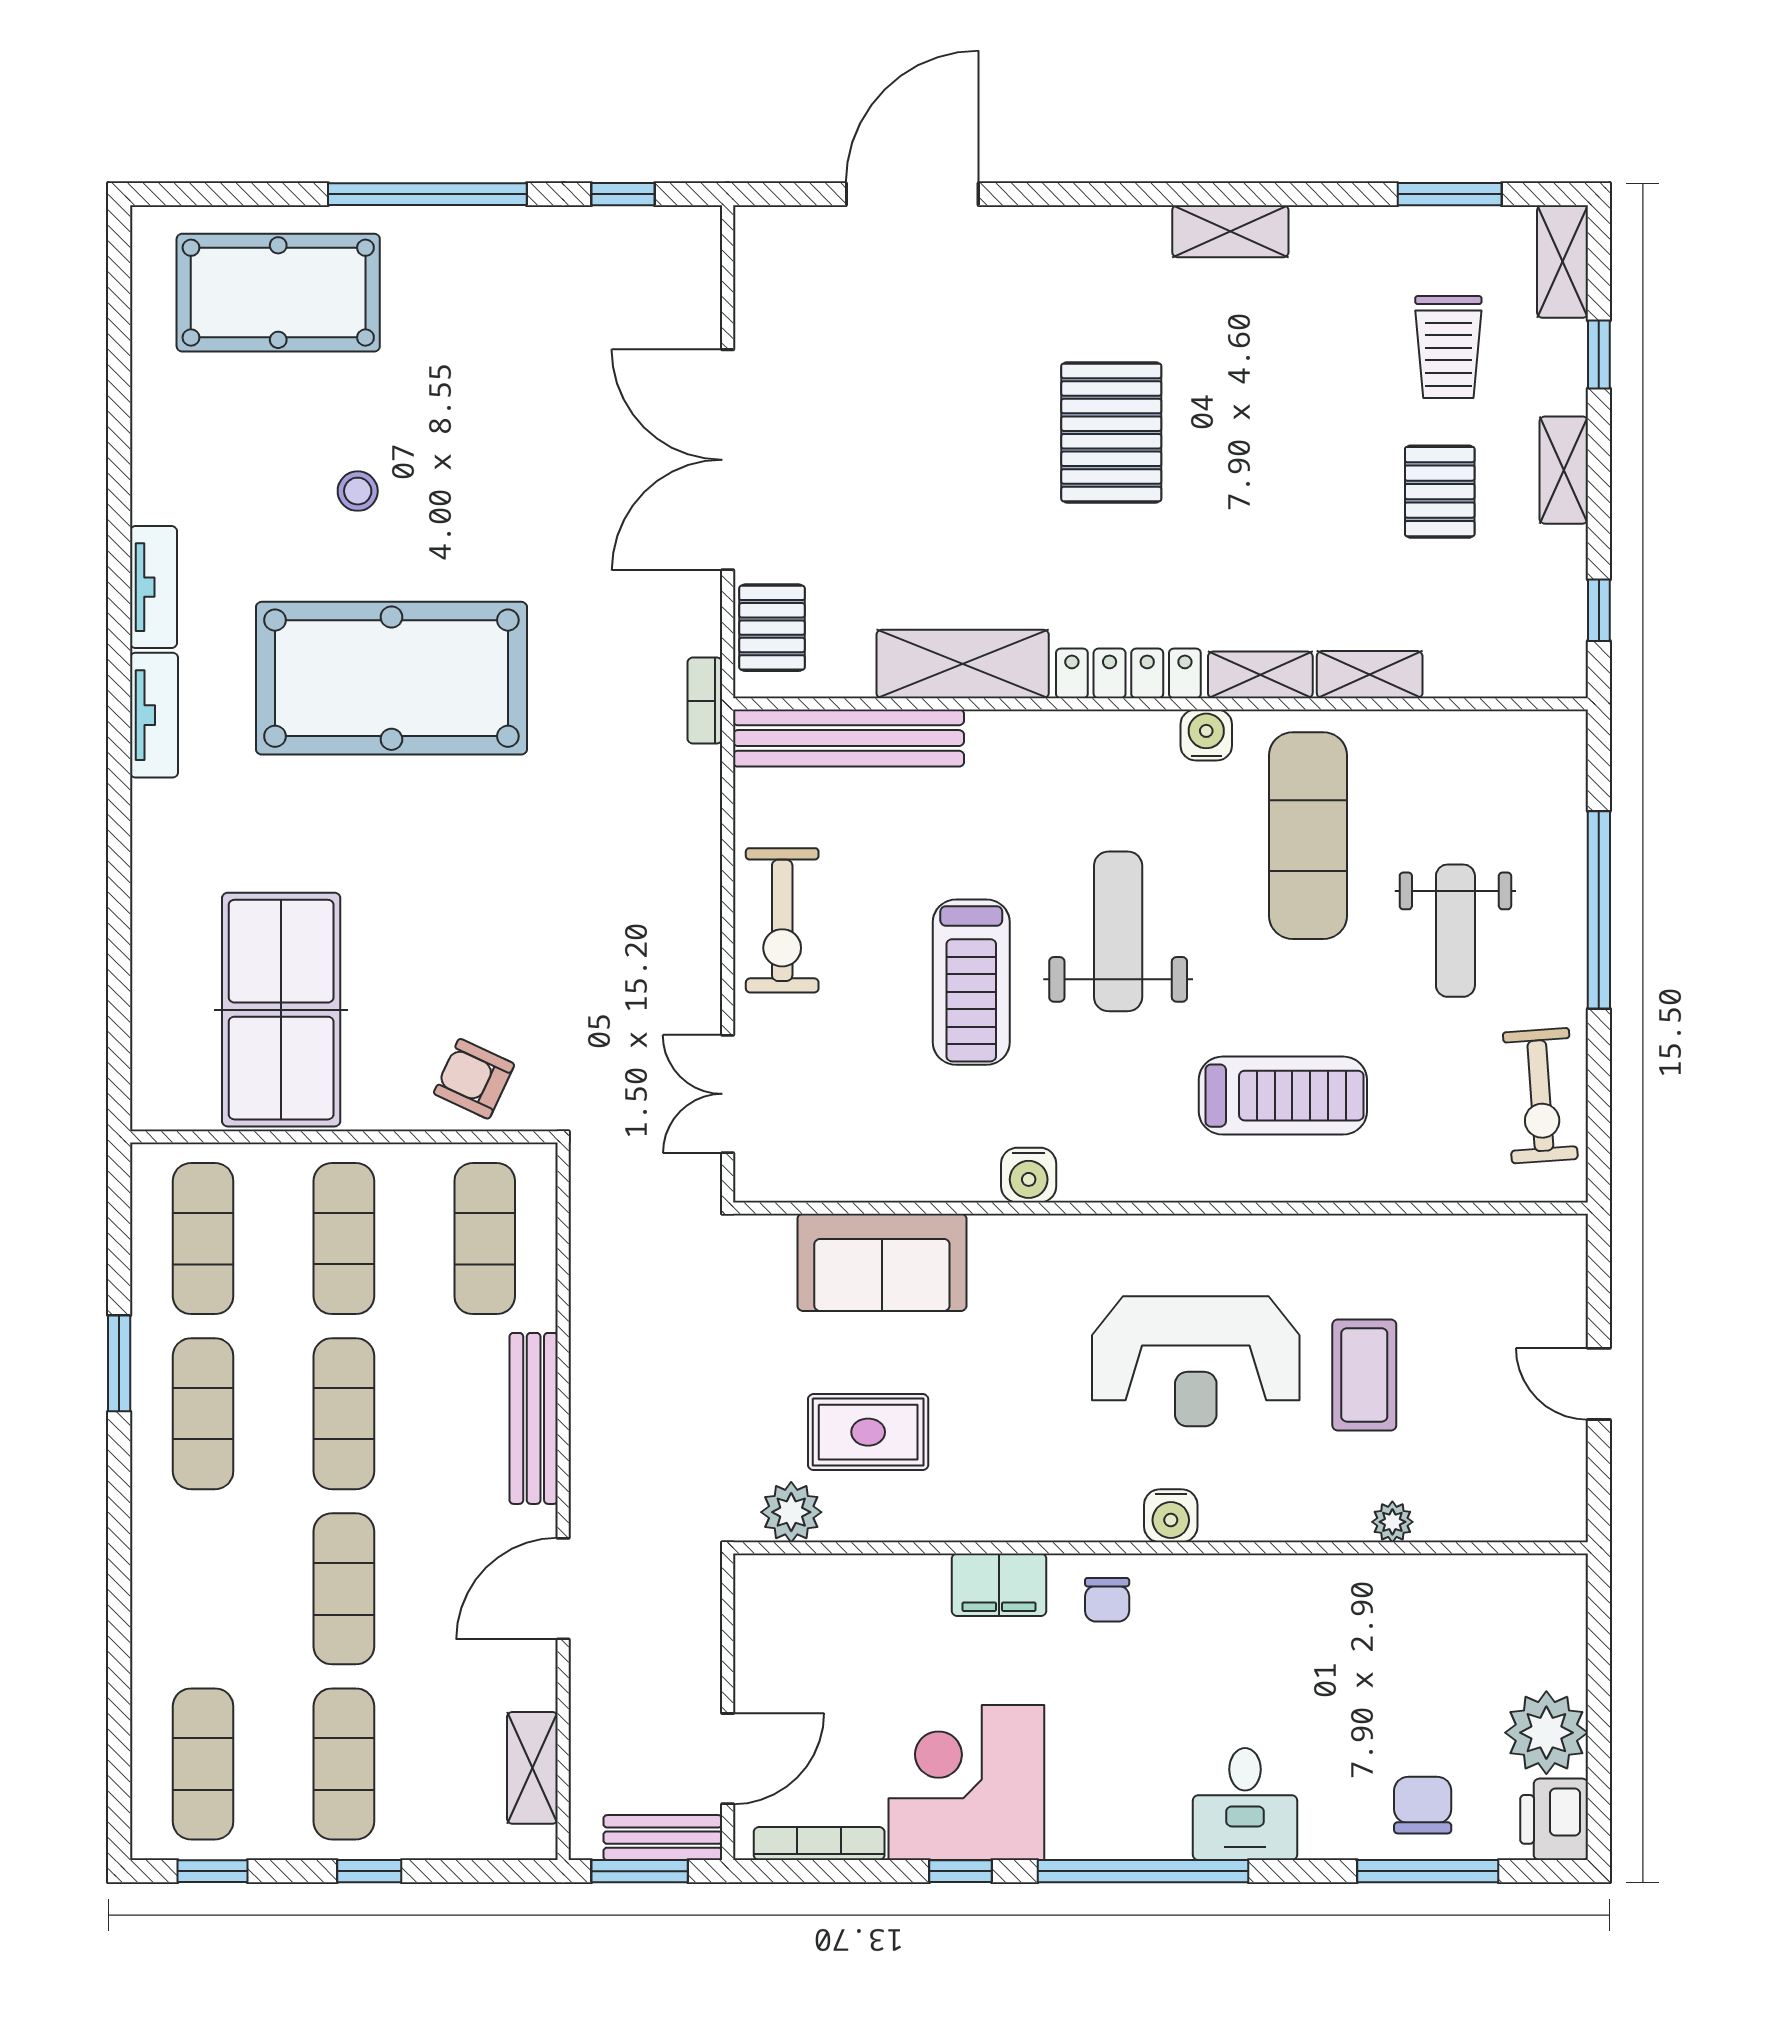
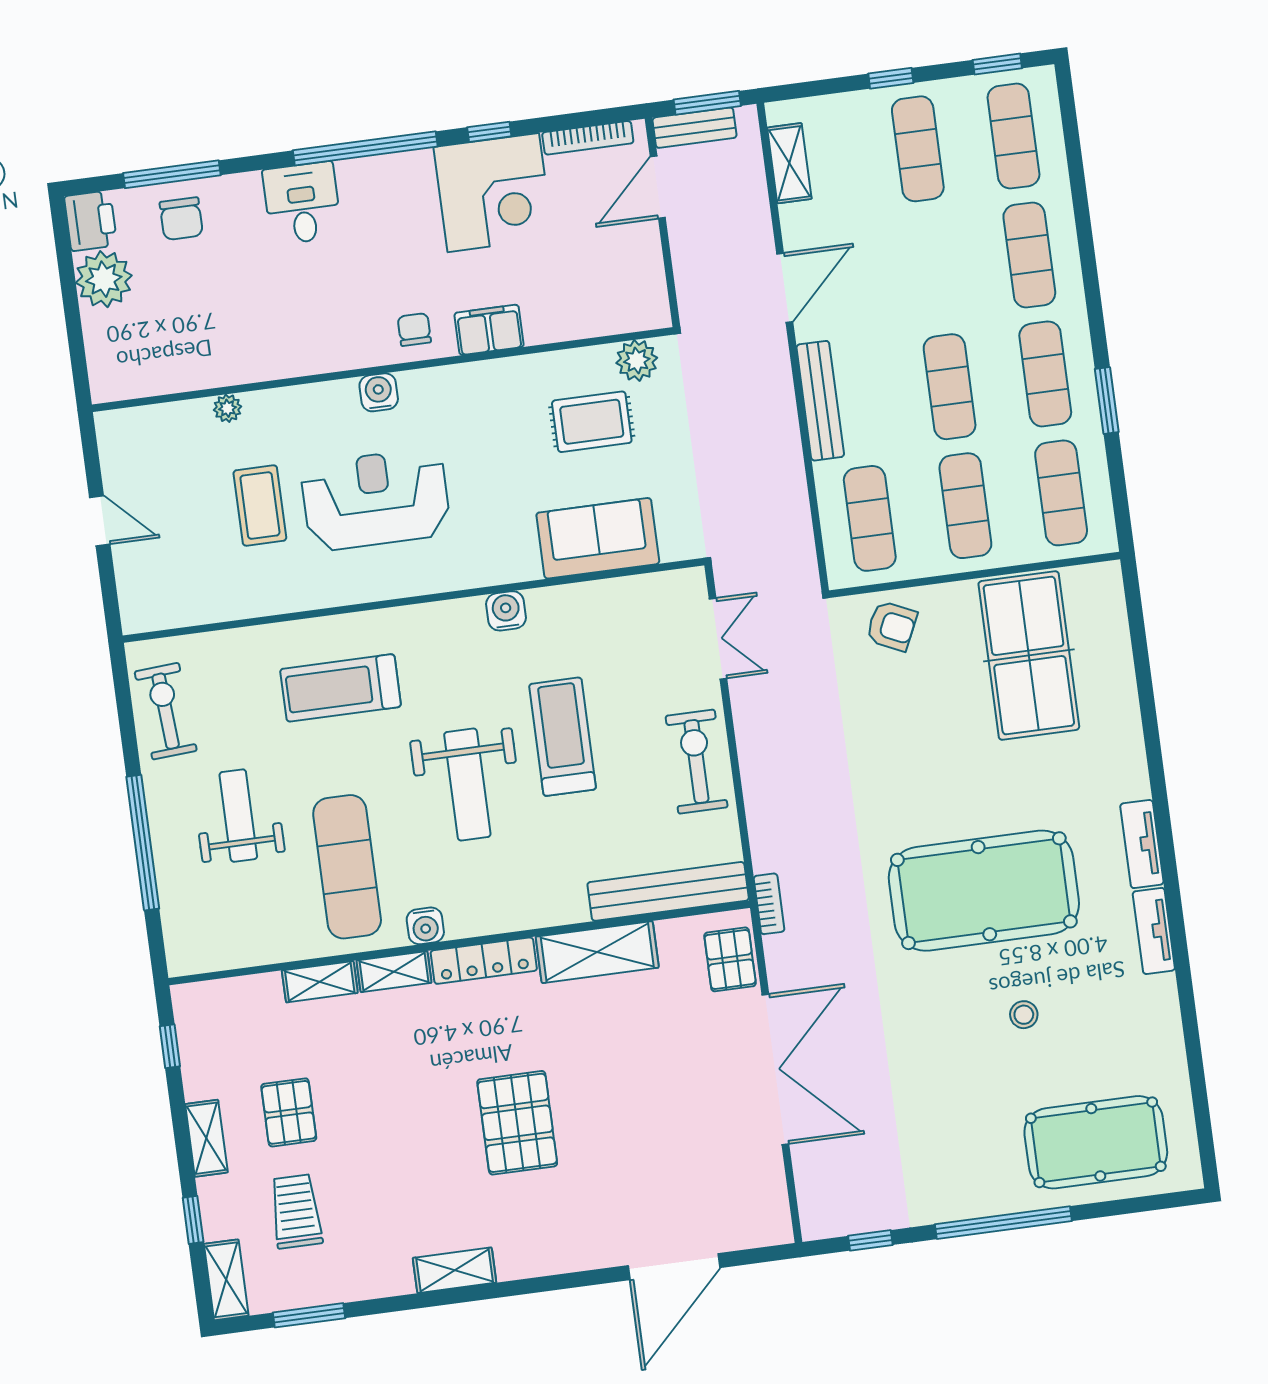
exercise mat: (344, 1589) -> (1029, 255), moved

